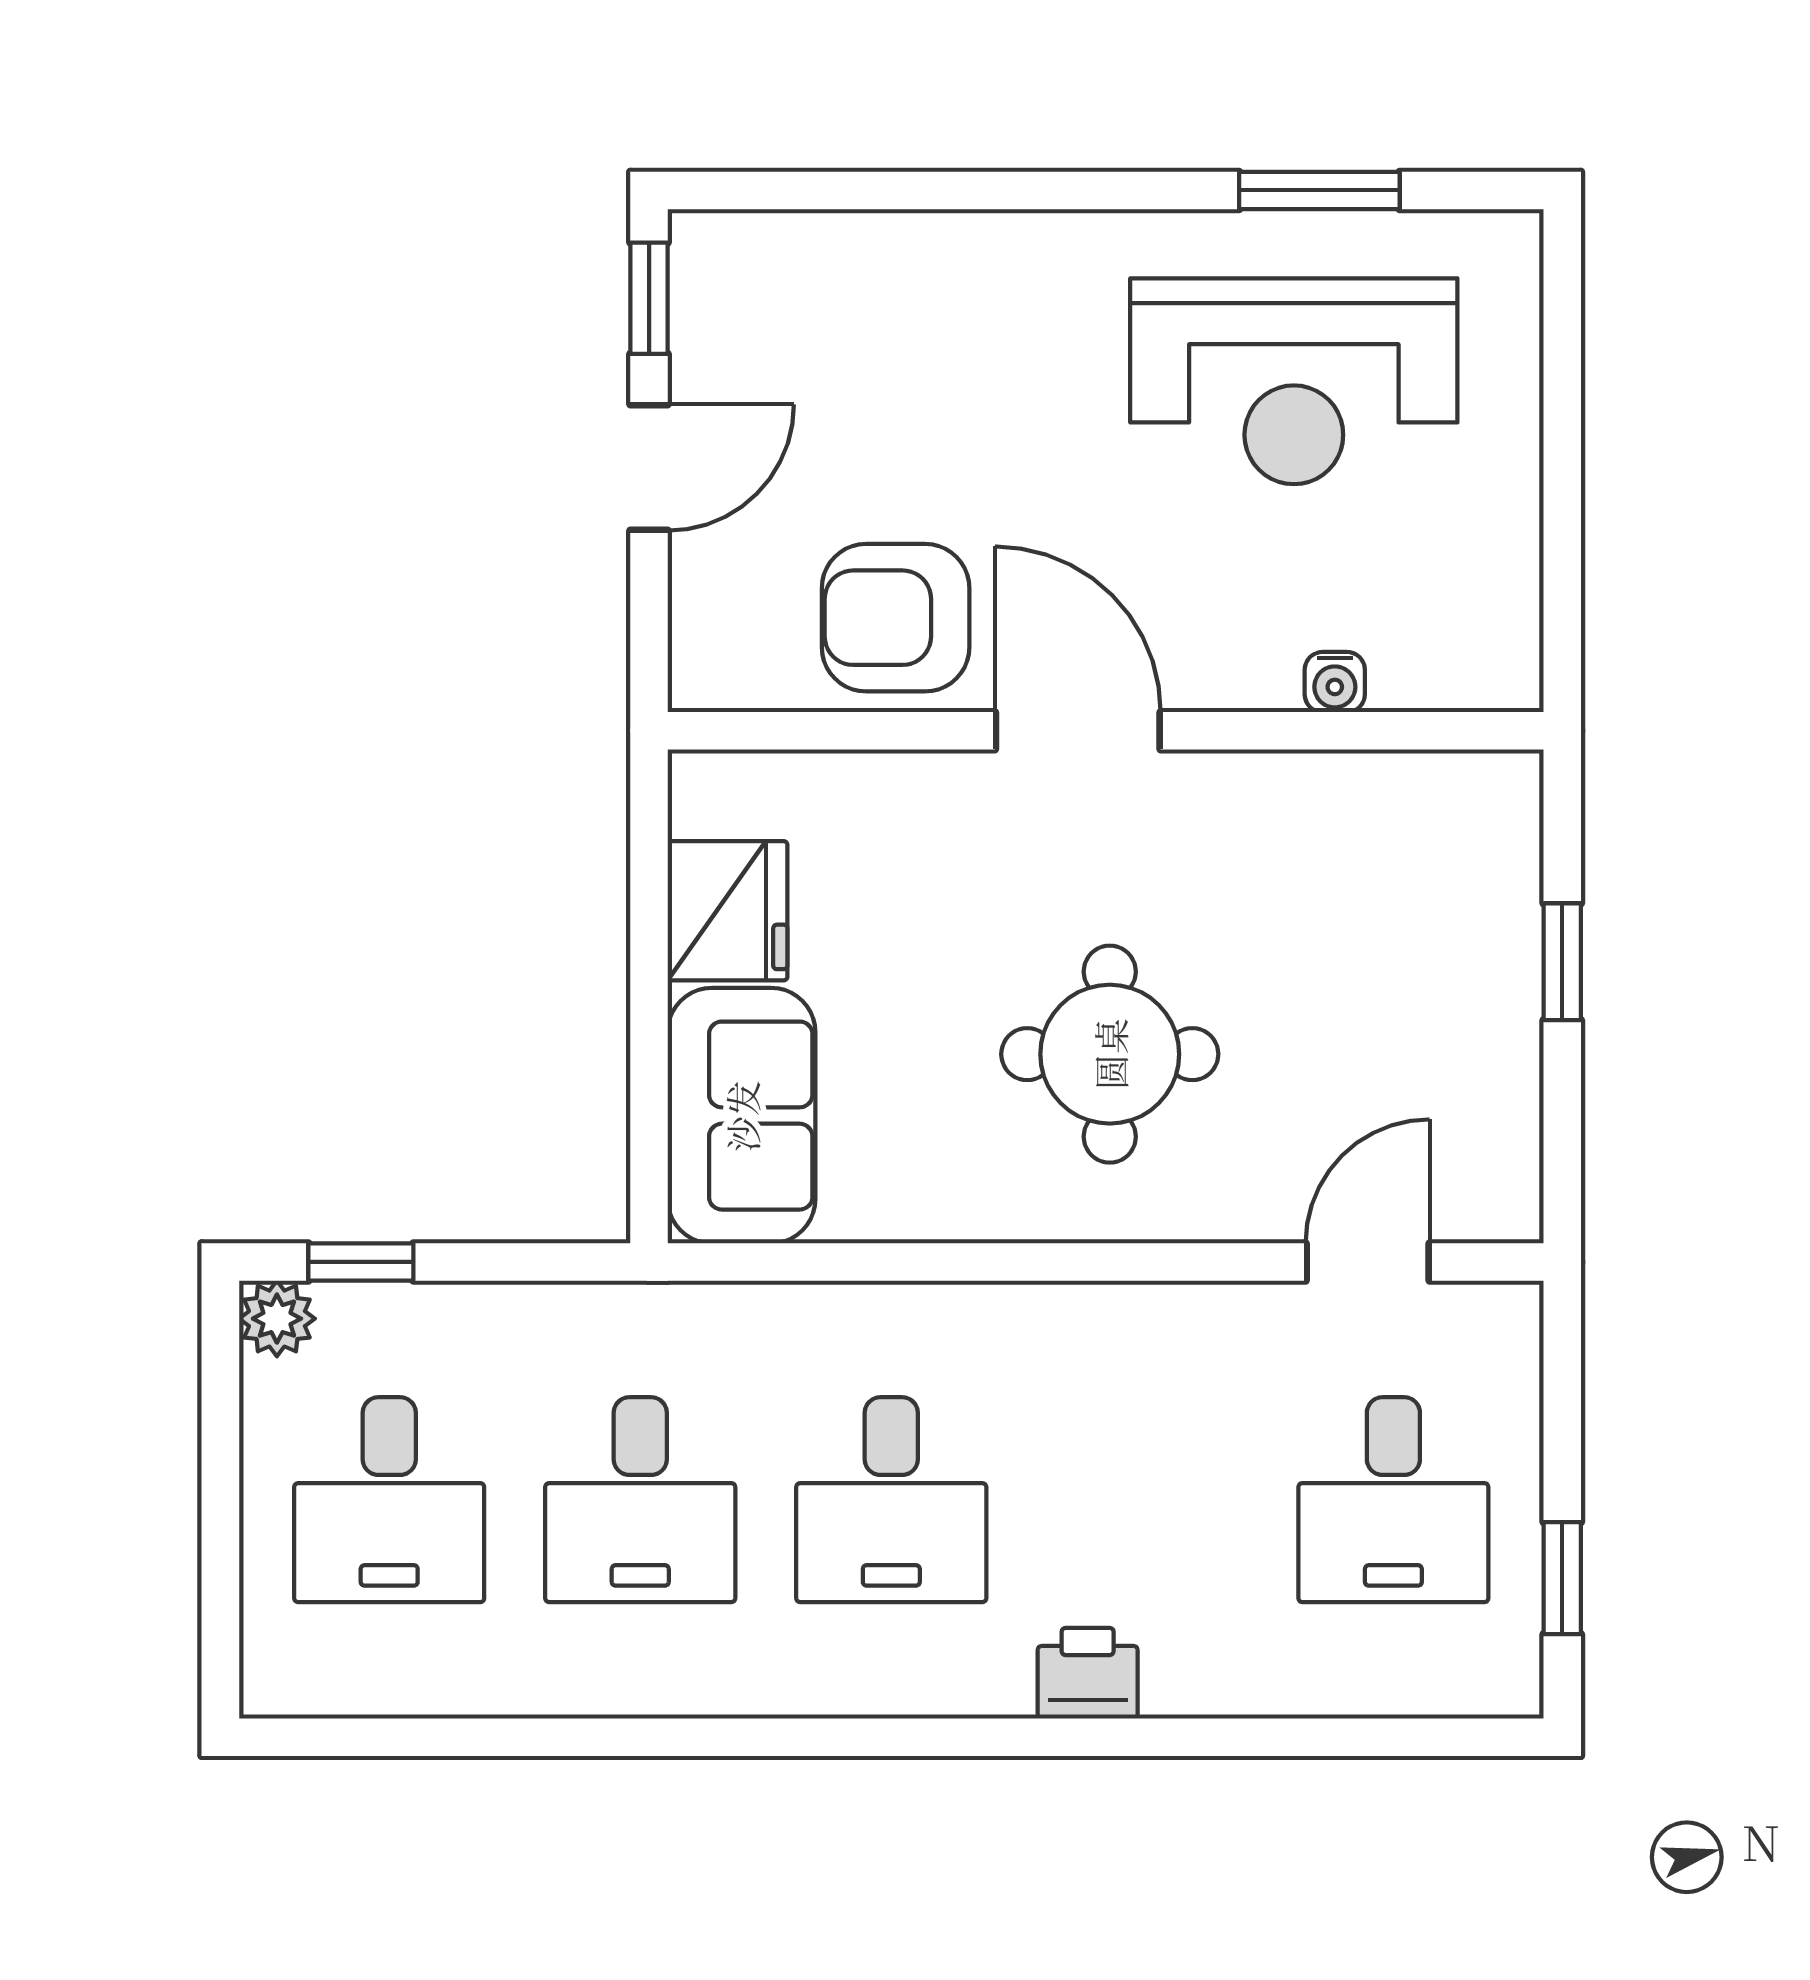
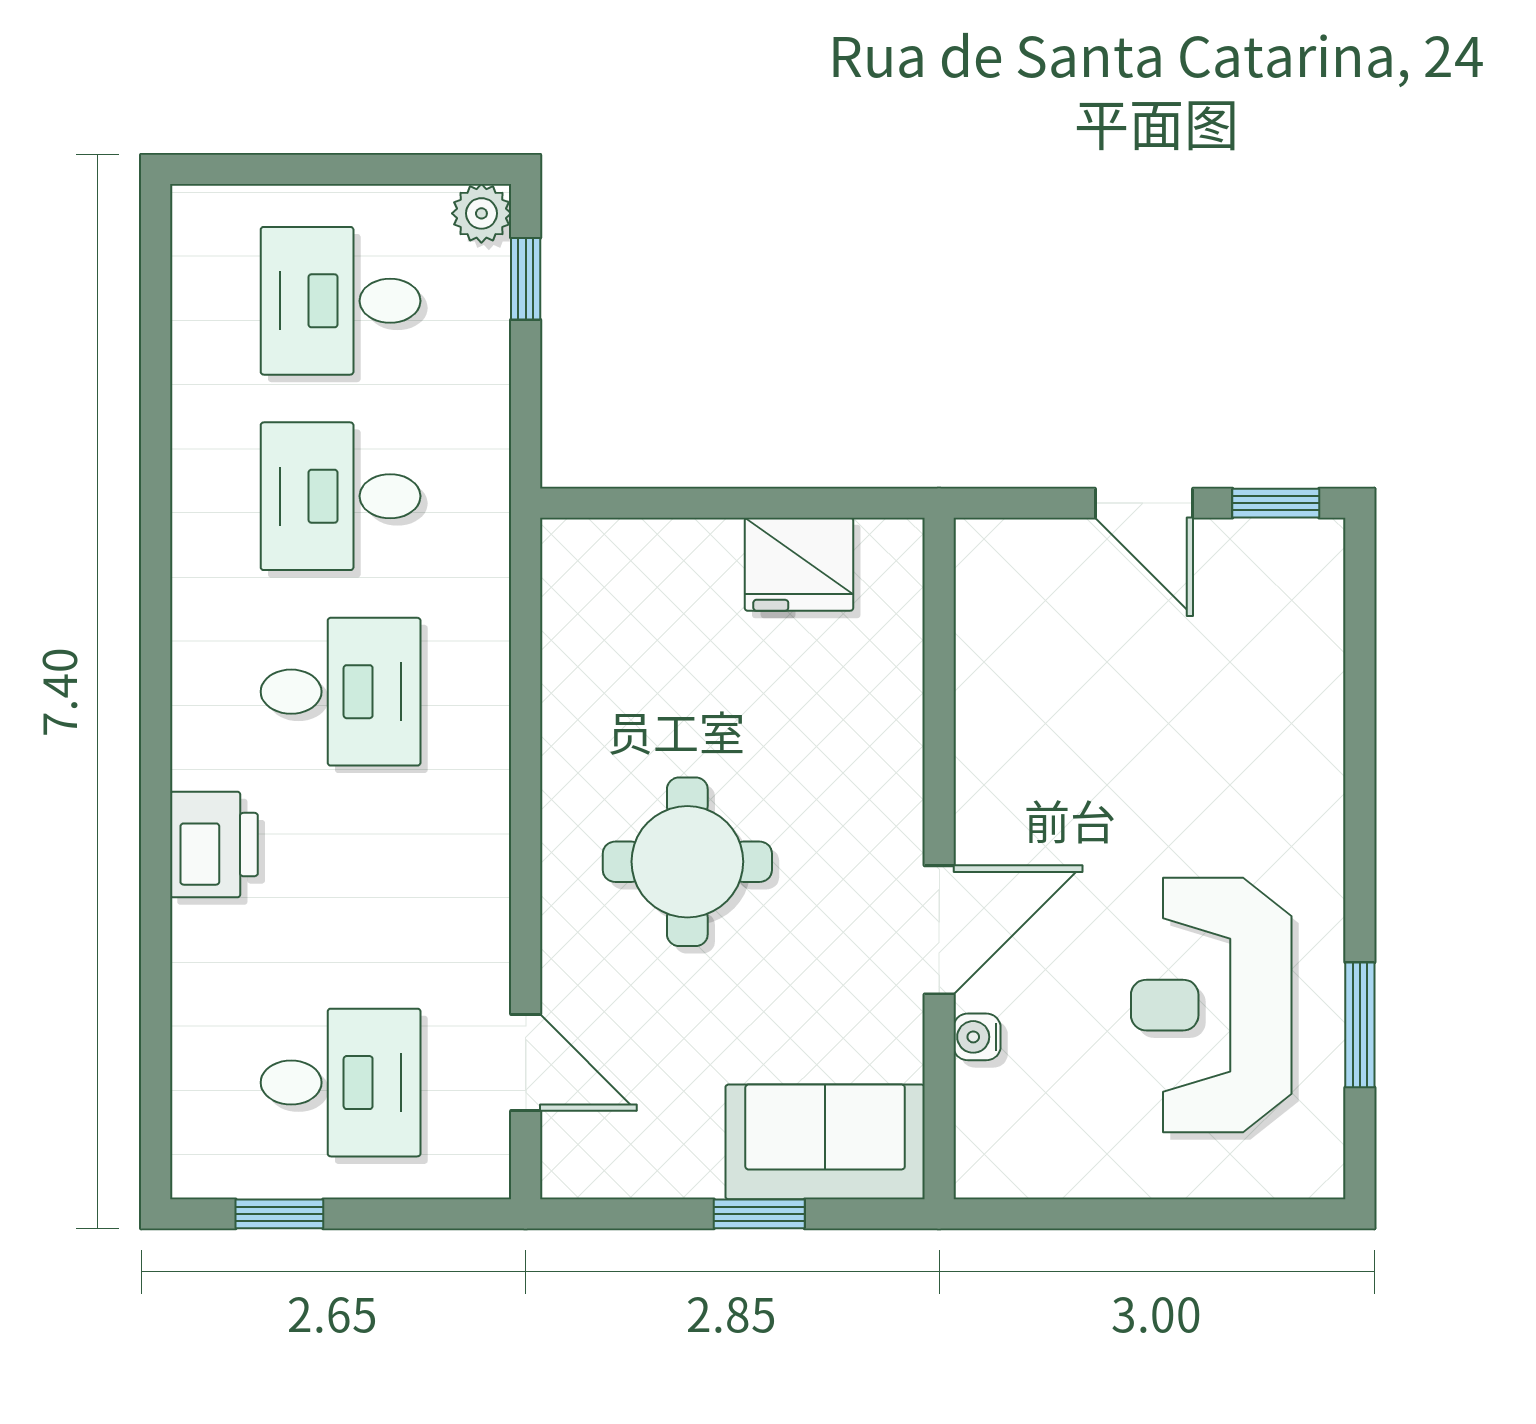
armchair: (896, 618) -> (1027, 695), removed
door: (1078, 731) -> (939, 930), moved
sofa: (742, 1116) -> (825, 1142), moved, turned 180
desk: (891, 1500) -> (341, 692), turned 180
desk: (1393, 1500) -> (341, 1083), turned 180
printer: (1088, 1673) -> (214, 845), width x1.36, depth x1.24

